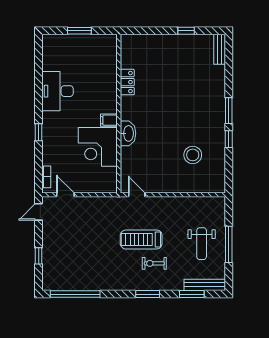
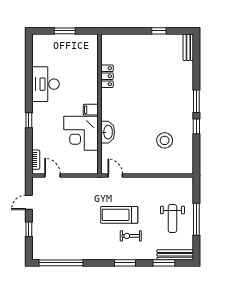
washbasin: (128, 133) -> (108, 132), moved
door: (39, 212) -> (29, 202), moved

